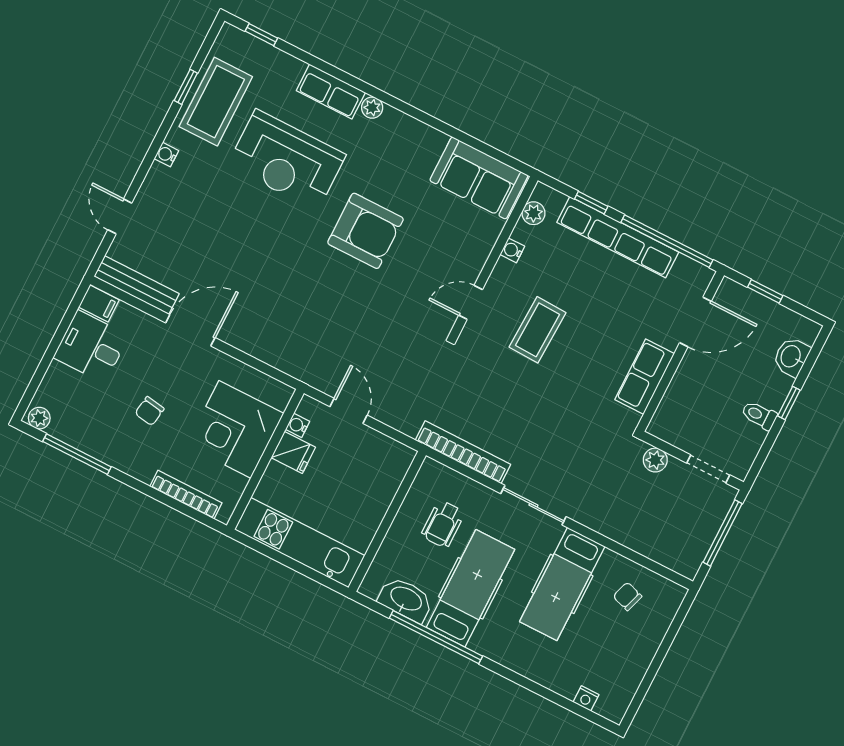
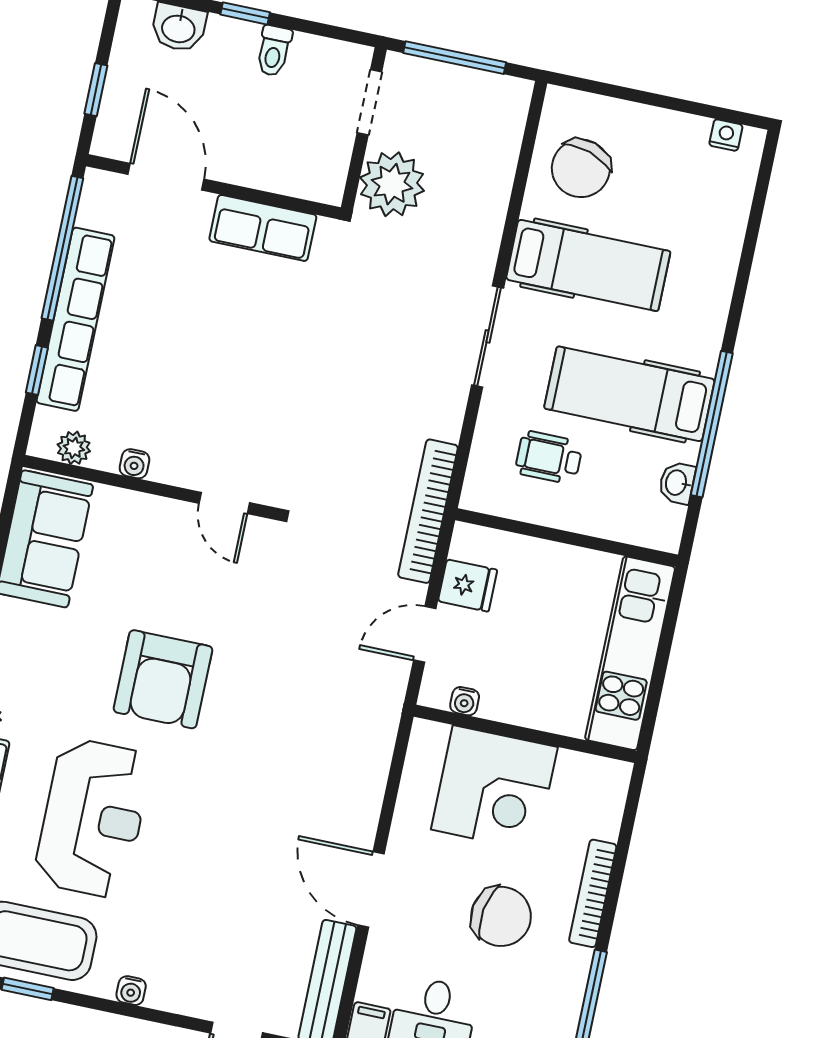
armchair: (365, 231) -> (163, 679), turned 180
coffee table: (537, 330) -> (238, 398), removed
chair: (150, 411) -> (501, 916), width x1.87, depth x1.87
fridge: (293, 452) -> (468, 586), moved, turned 90
bookcase: (463, 452) -> (428, 511), moved
plant: (655, 460) -> (392, 184), width x1.88, depth x1.88
bookcase: (186, 495) -> (593, 893), moved
wheelchair: (443, 524) -> (549, 457), turned 180
chair: (627, 596) -> (581, 168), width x1.87, depth x1.87
washbasin: (406, 599) -> (677, 483), width x0.52, depth x0.69
nightstand: (586, 698) -> (726, 135), moved, turned -90

